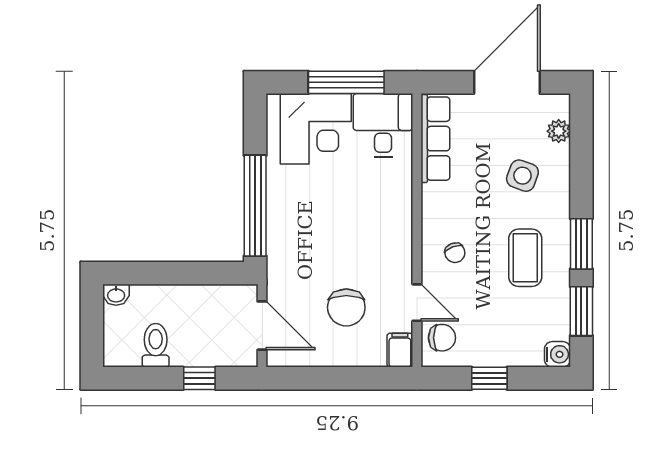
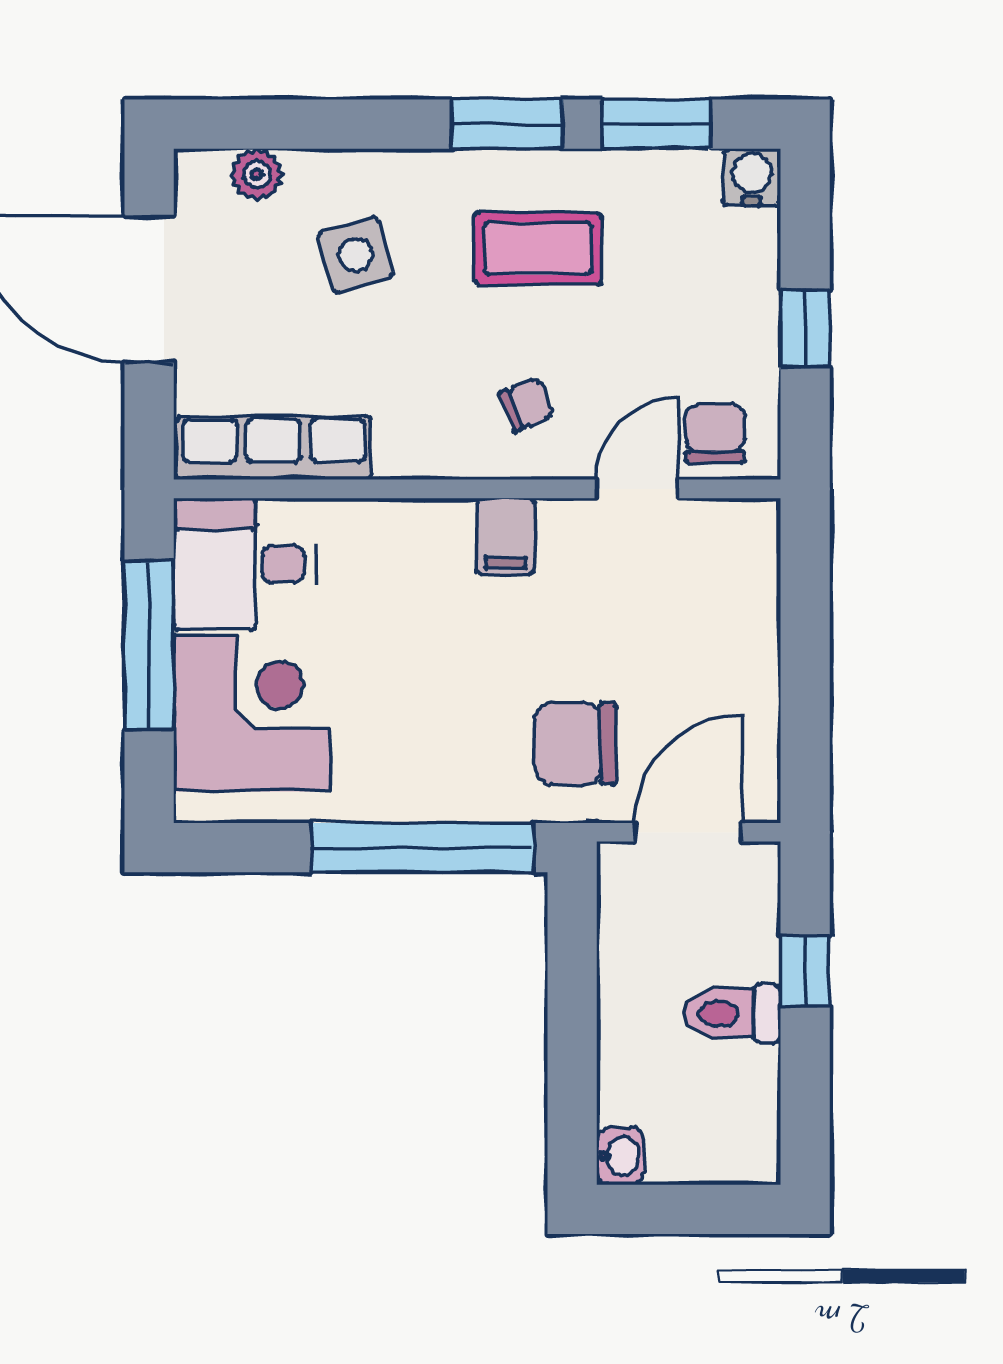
side table: (522, 176) -> (356, 255), turned -36
chair: (346, 307) -> (576, 744), moved, turned 180
toilet: (156, 345) -> (732, 1013), moved
filing cabinet: (400, 350) -> (505, 536), moved, turned -90

